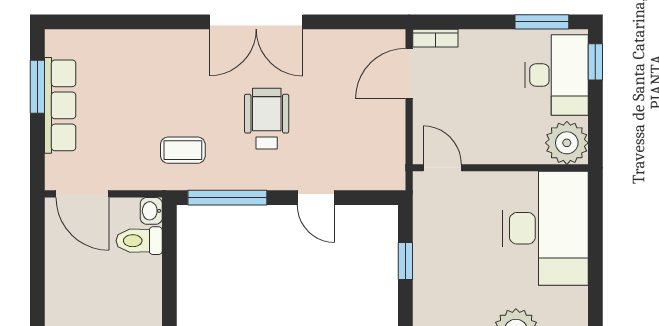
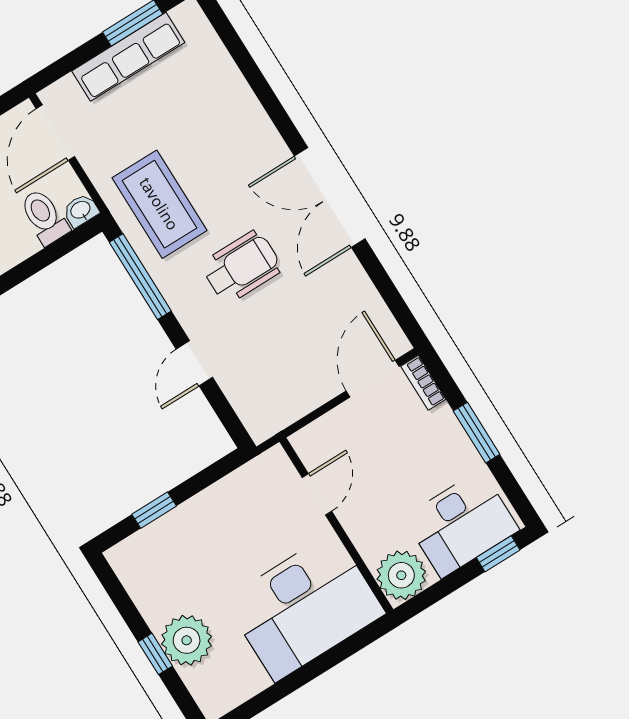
window: (542, 22) -> (477, 433), moved
door: (409, 74) -> (373, 379), hinge flipped
coffee table: (183, 150) -> (159, 204), width x1.86, depth x1.72
door: (442, 168) -> (317, 494), moved
window: (405, 261) -> (154, 510), moved

